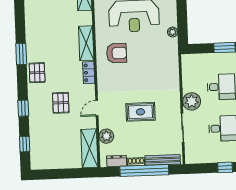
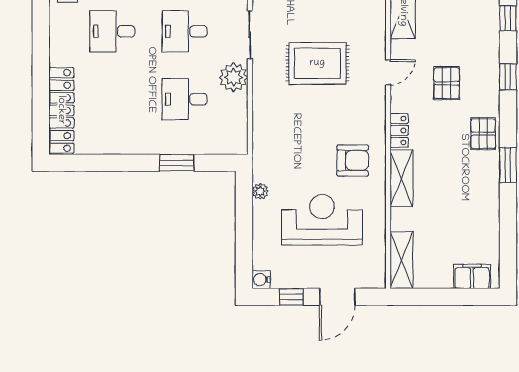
armchair: (117, 53) -> (353, 160), turned 180
rug: (140, 112) -> (317, 63), width x1.36, depth x1.43
plant: (106, 136) -> (374, 26), removed

